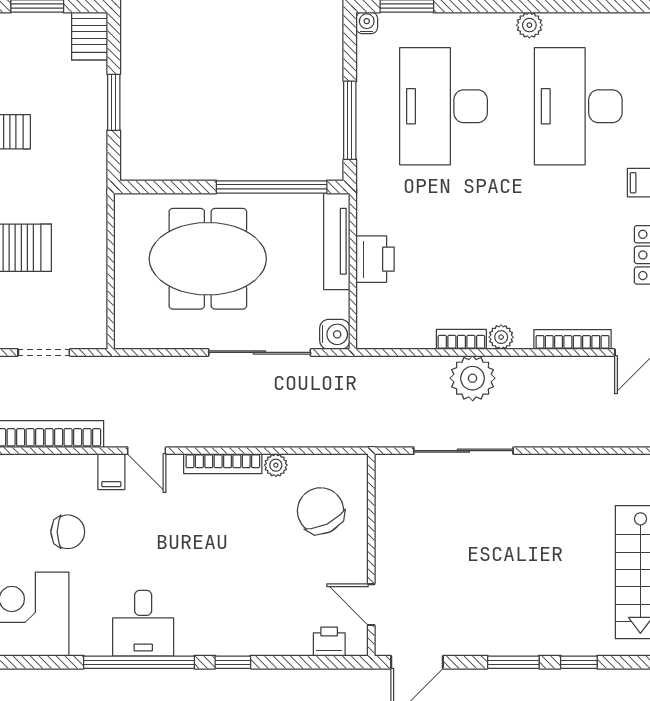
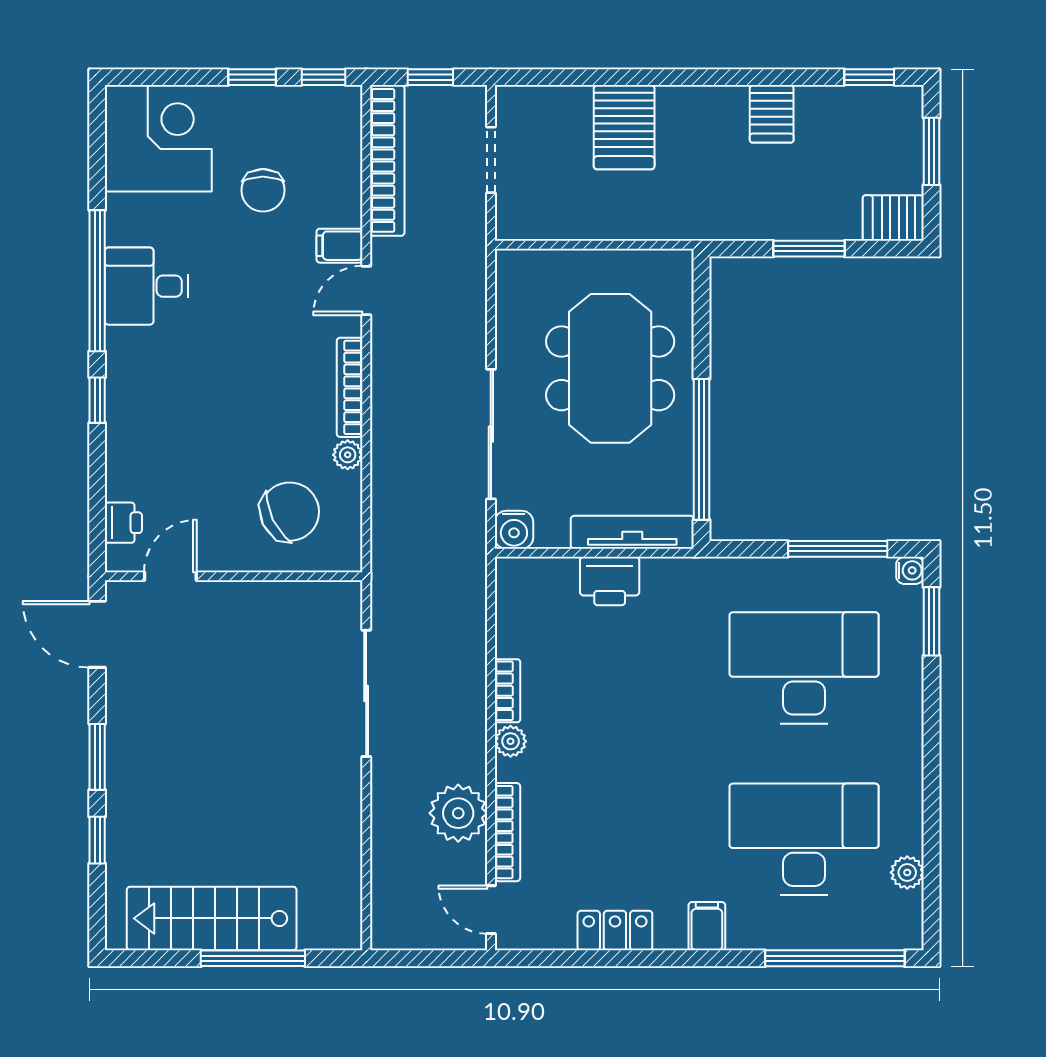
plant: (529, 25) -> (907, 872), moved
window: (350, 120) -> (838, 549), moved
plant: (473, 378) -> (458, 813), moved

